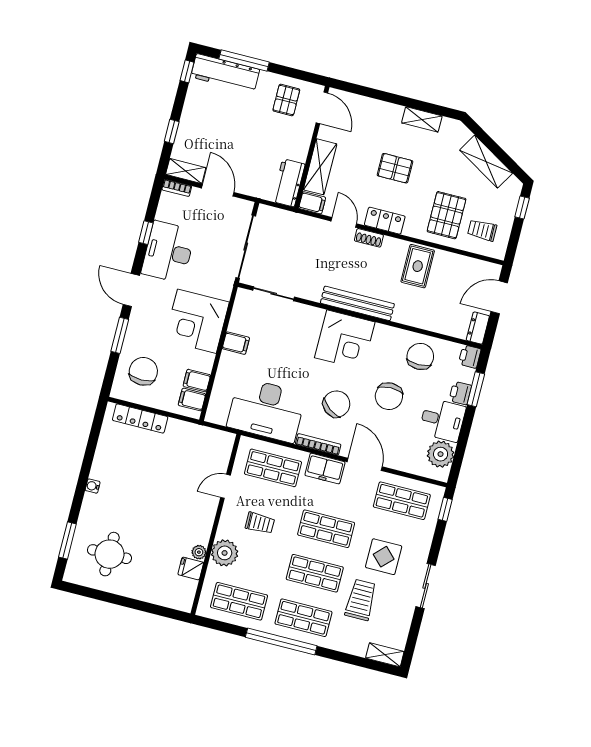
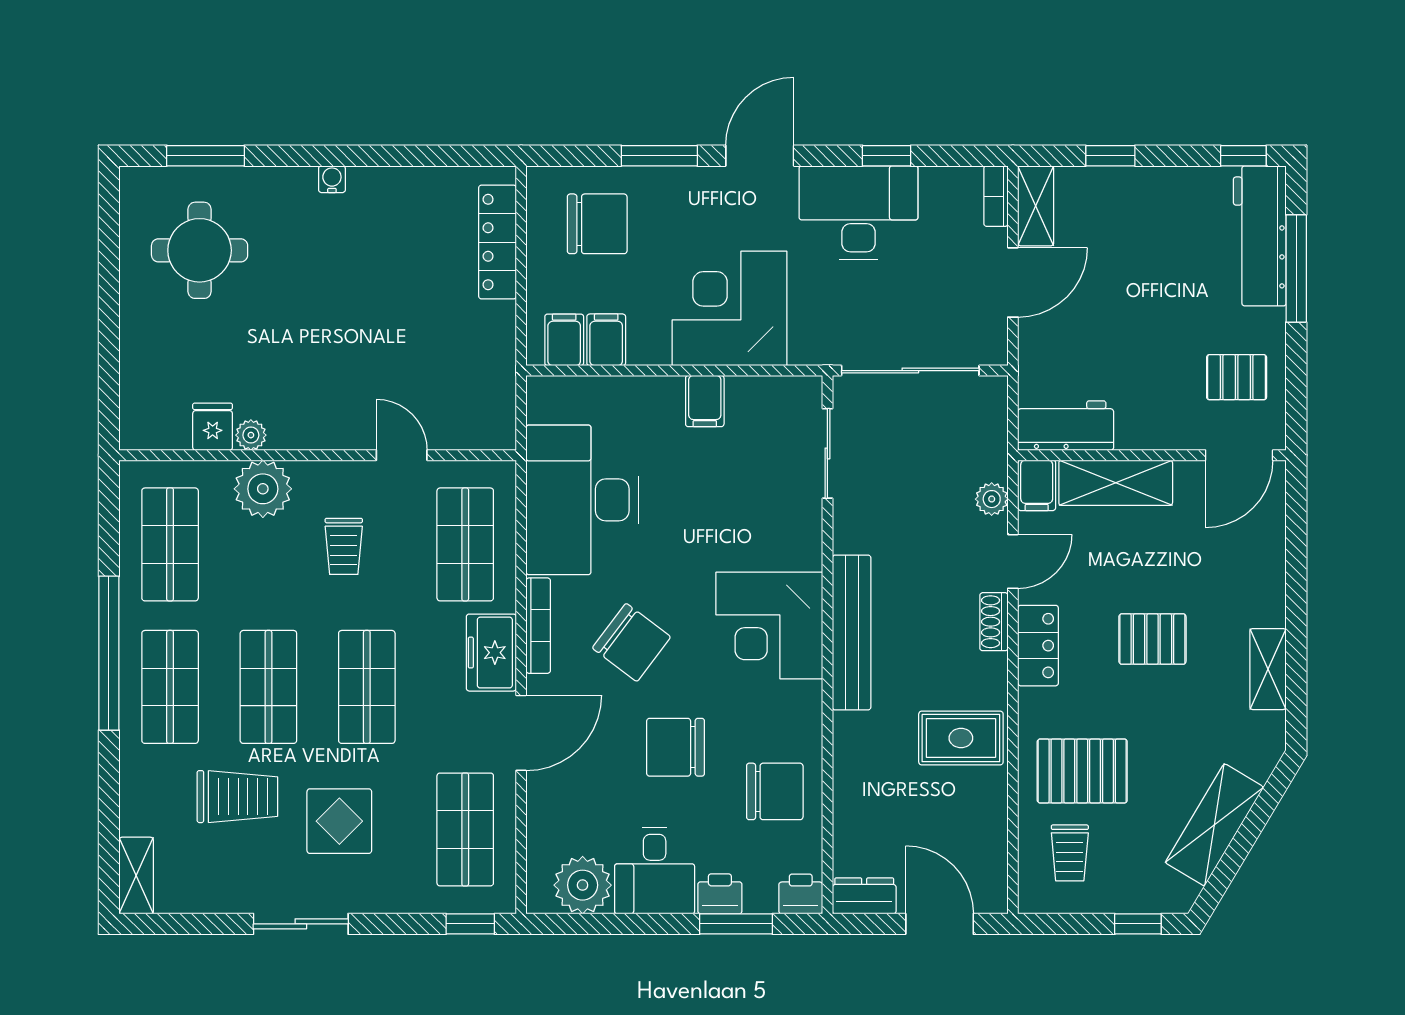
pallet: (395, 168) -> (1152, 639), turned 90
plant: (313, 225) -> (992, 499), added
trolley: (482, 230) -> (1070, 853), turned 180

